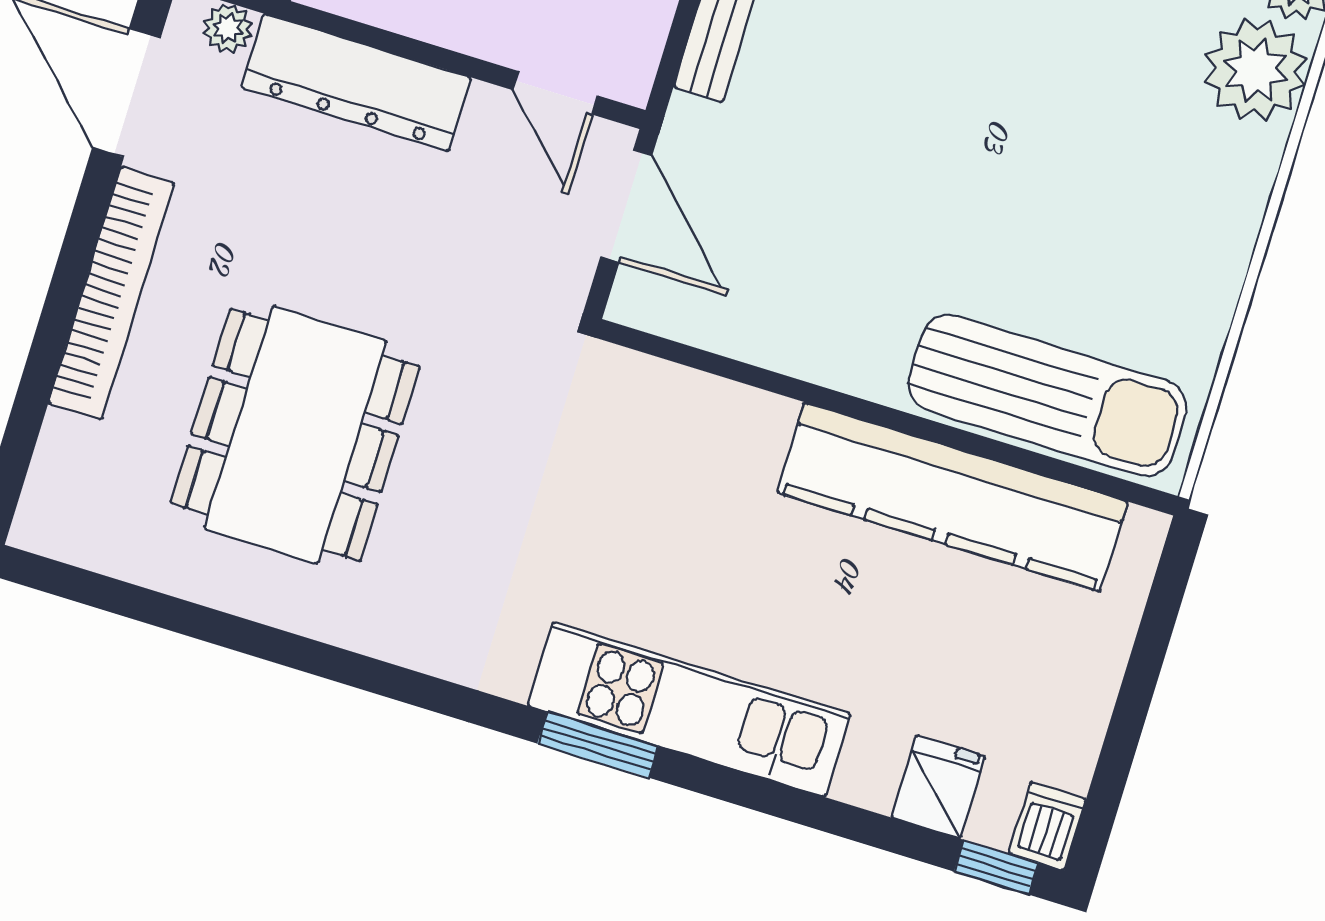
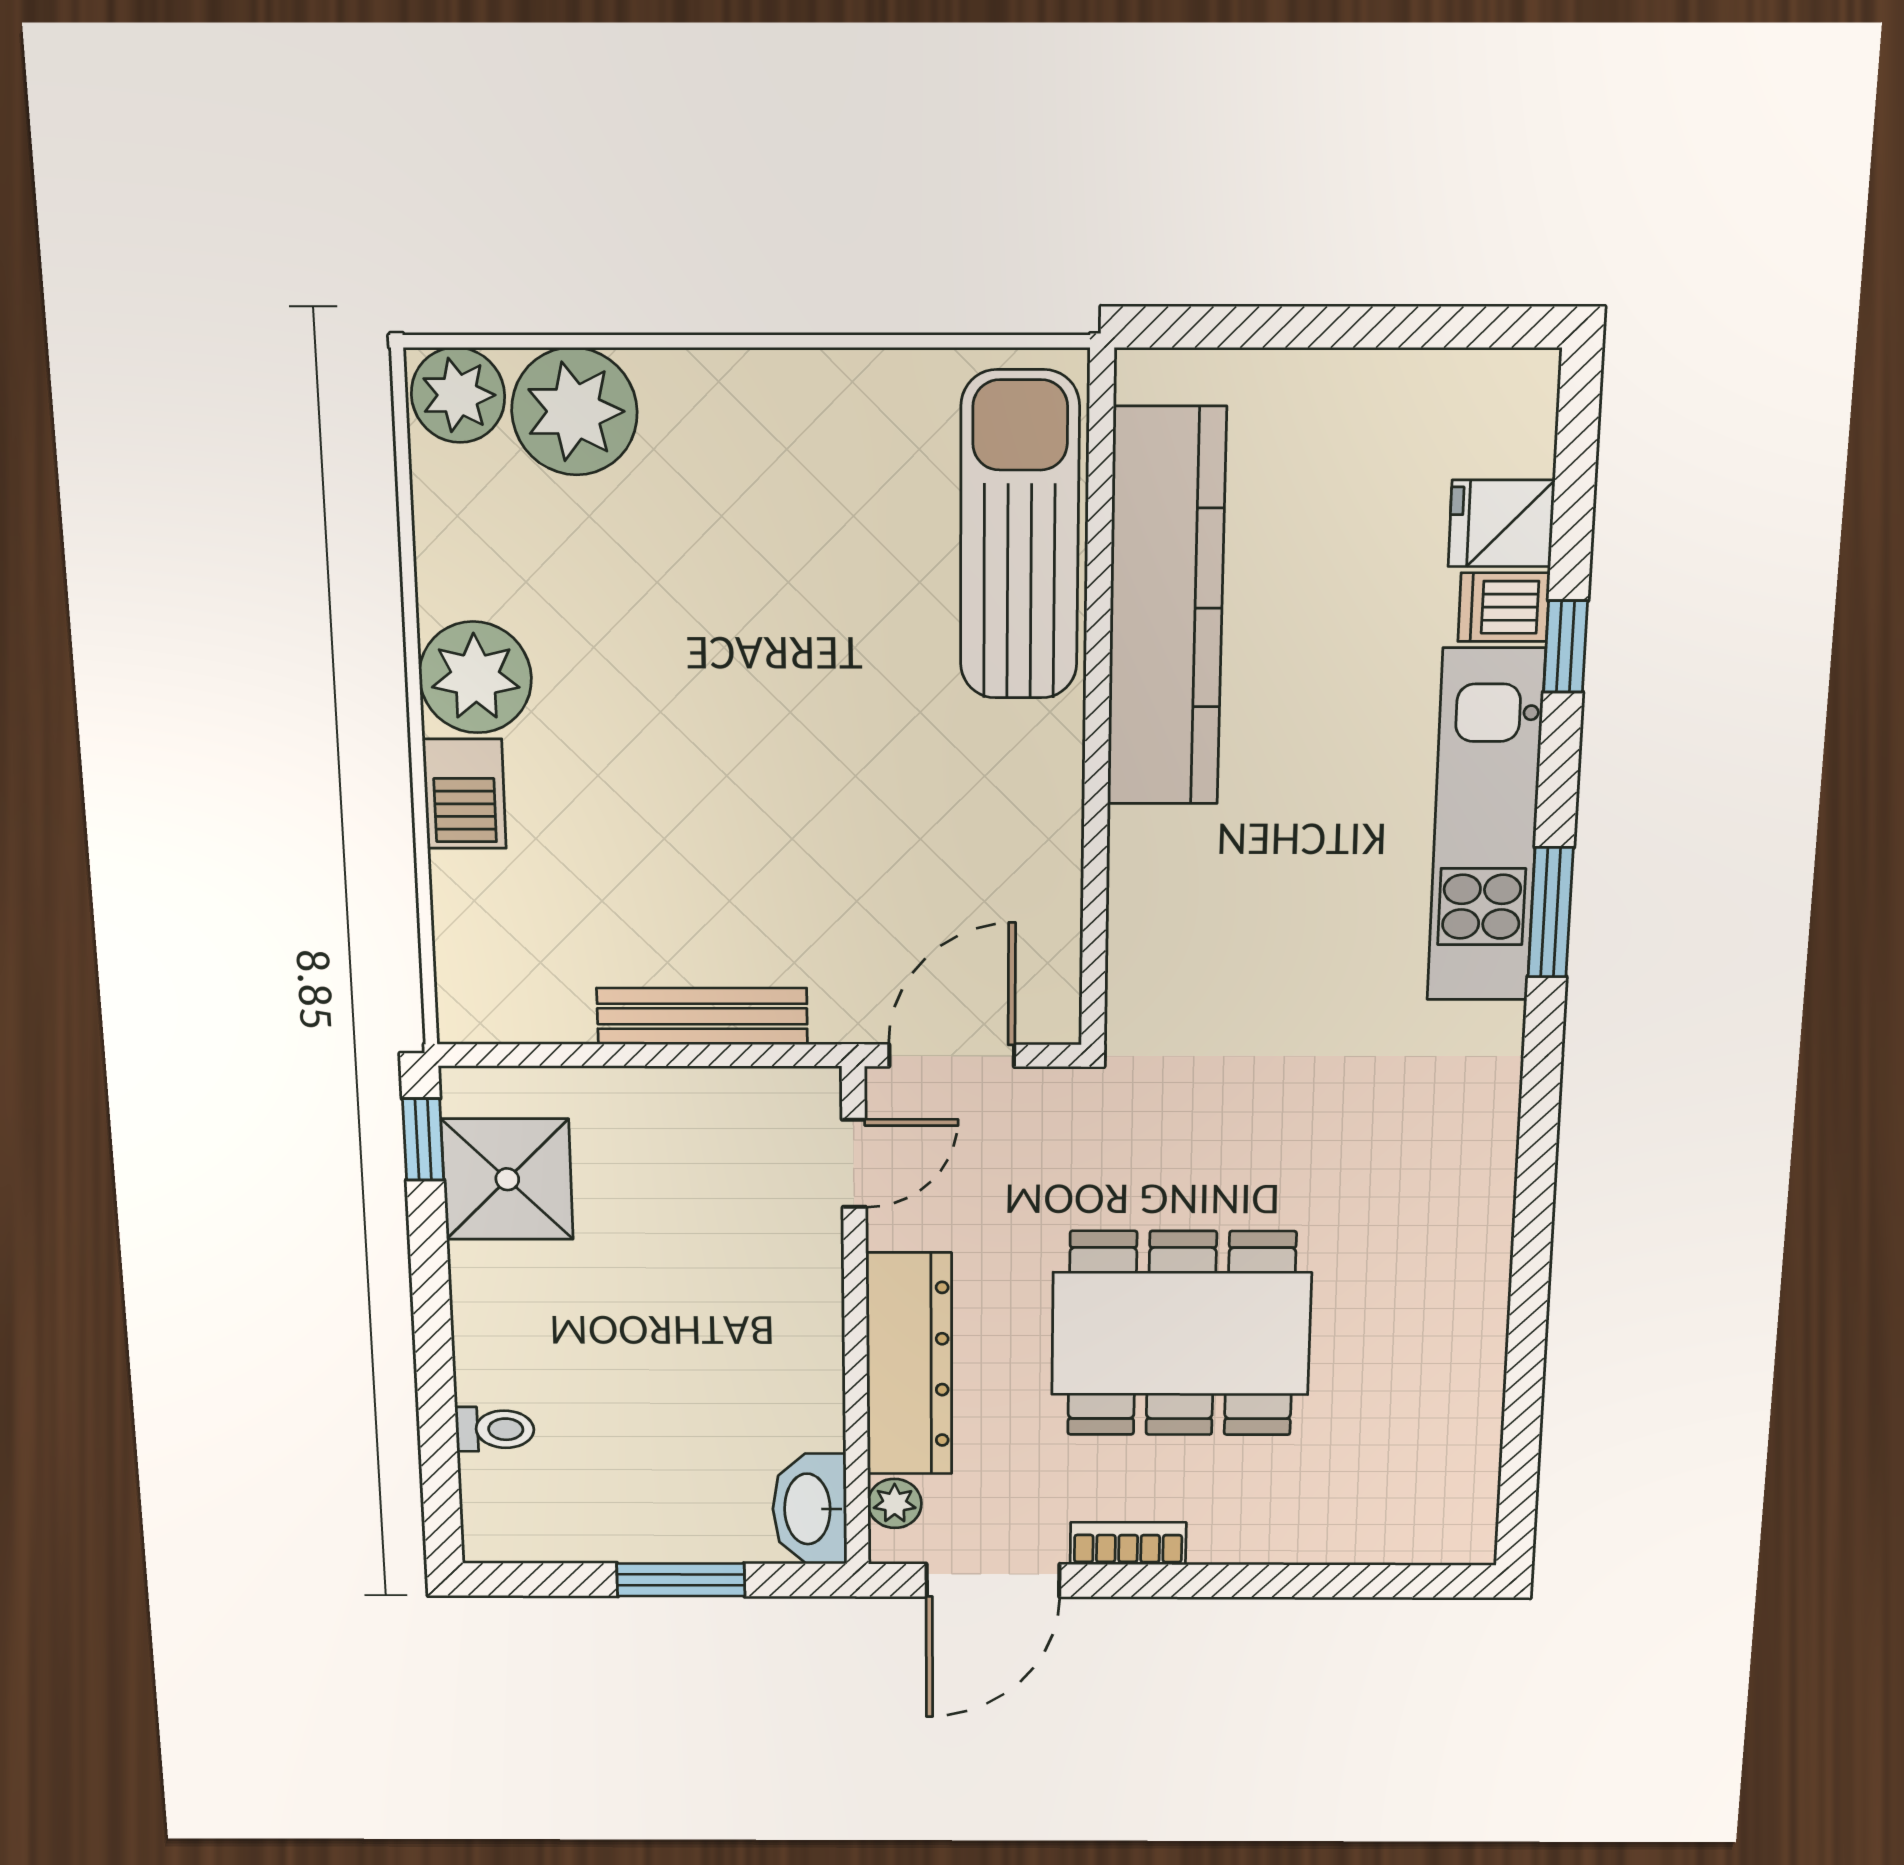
bookcase: (112, 293) -> (1128, 1543), width x0.43, depth x0.76
dining table: (295, 435) -> (1181, 1334), moved
dishwasher: (1047, 826) -> (1504, 607), moved
window: (996, 867) -> (1566, 646), moved

